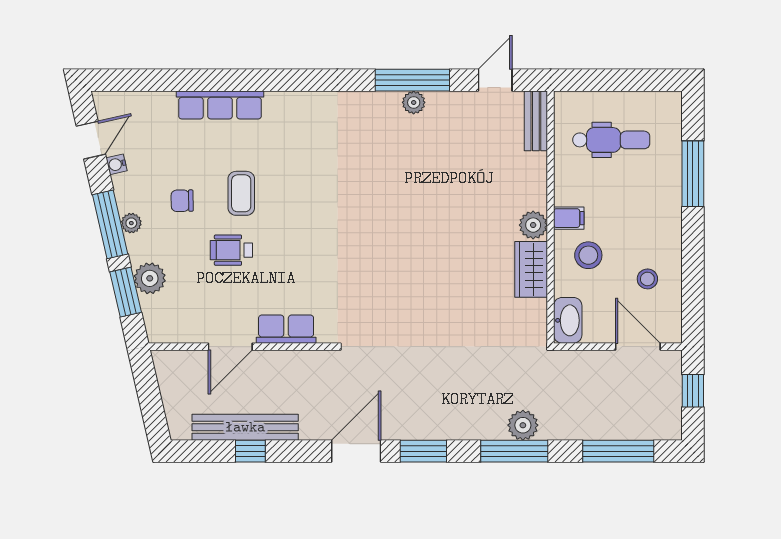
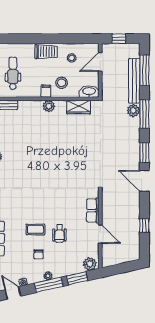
window: (693, 174) -> (27, 39), removed
trolley: (663, 219) -> (46, 52), added
wardrobe: (531, 269) -> (79, 107), moved
plant: (150, 278) -> (90, 264), moved
bench: (245, 427) -> (134, 81), moved

